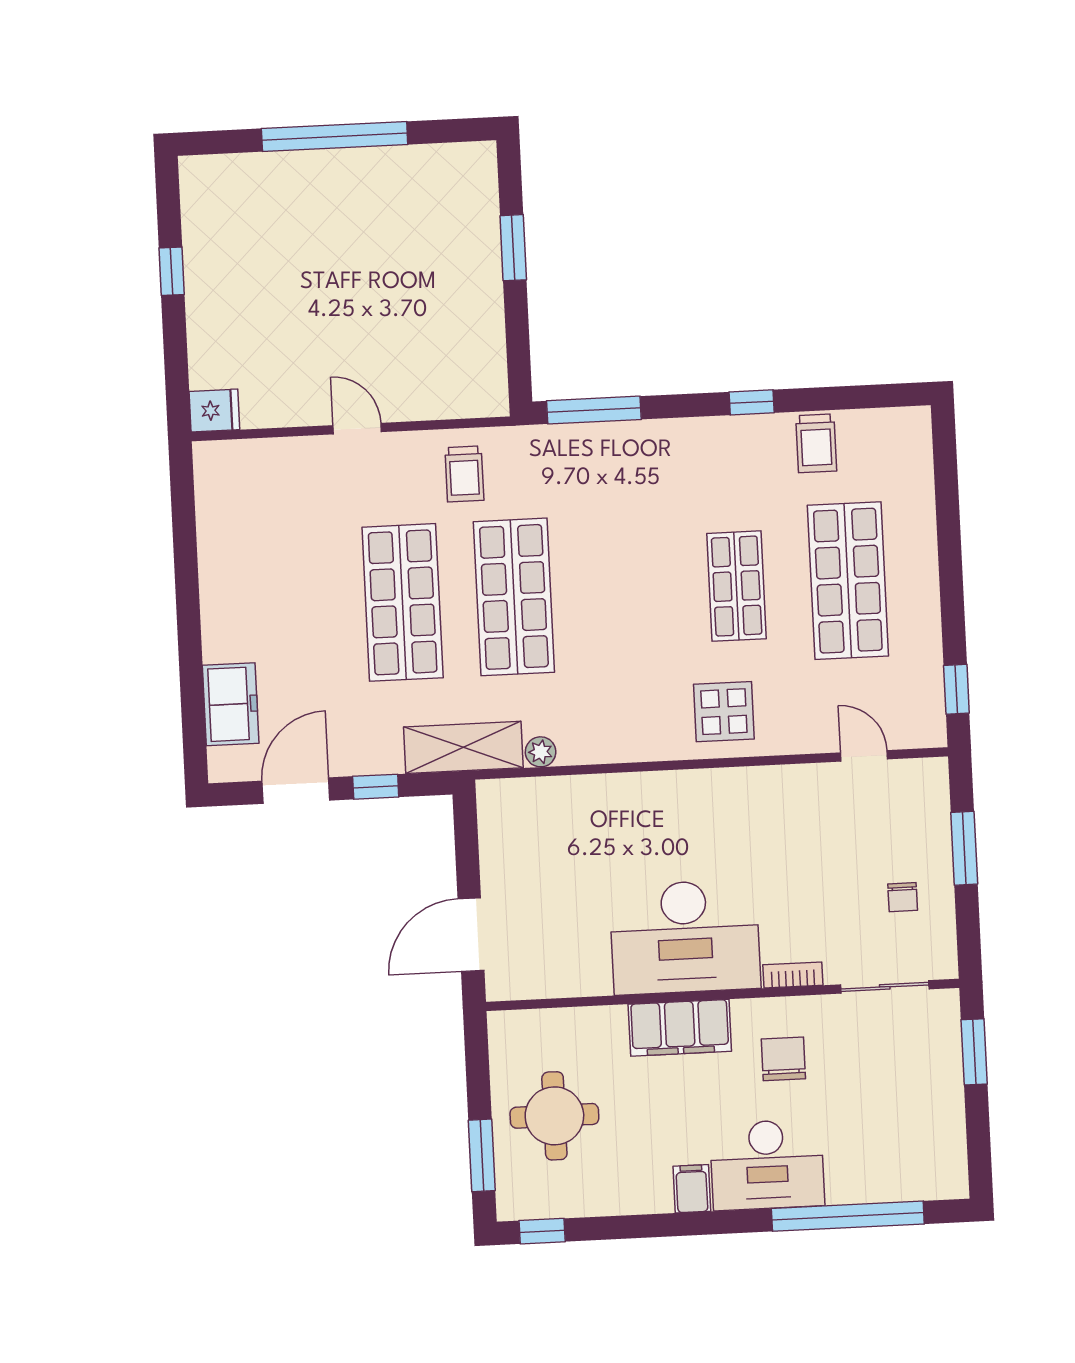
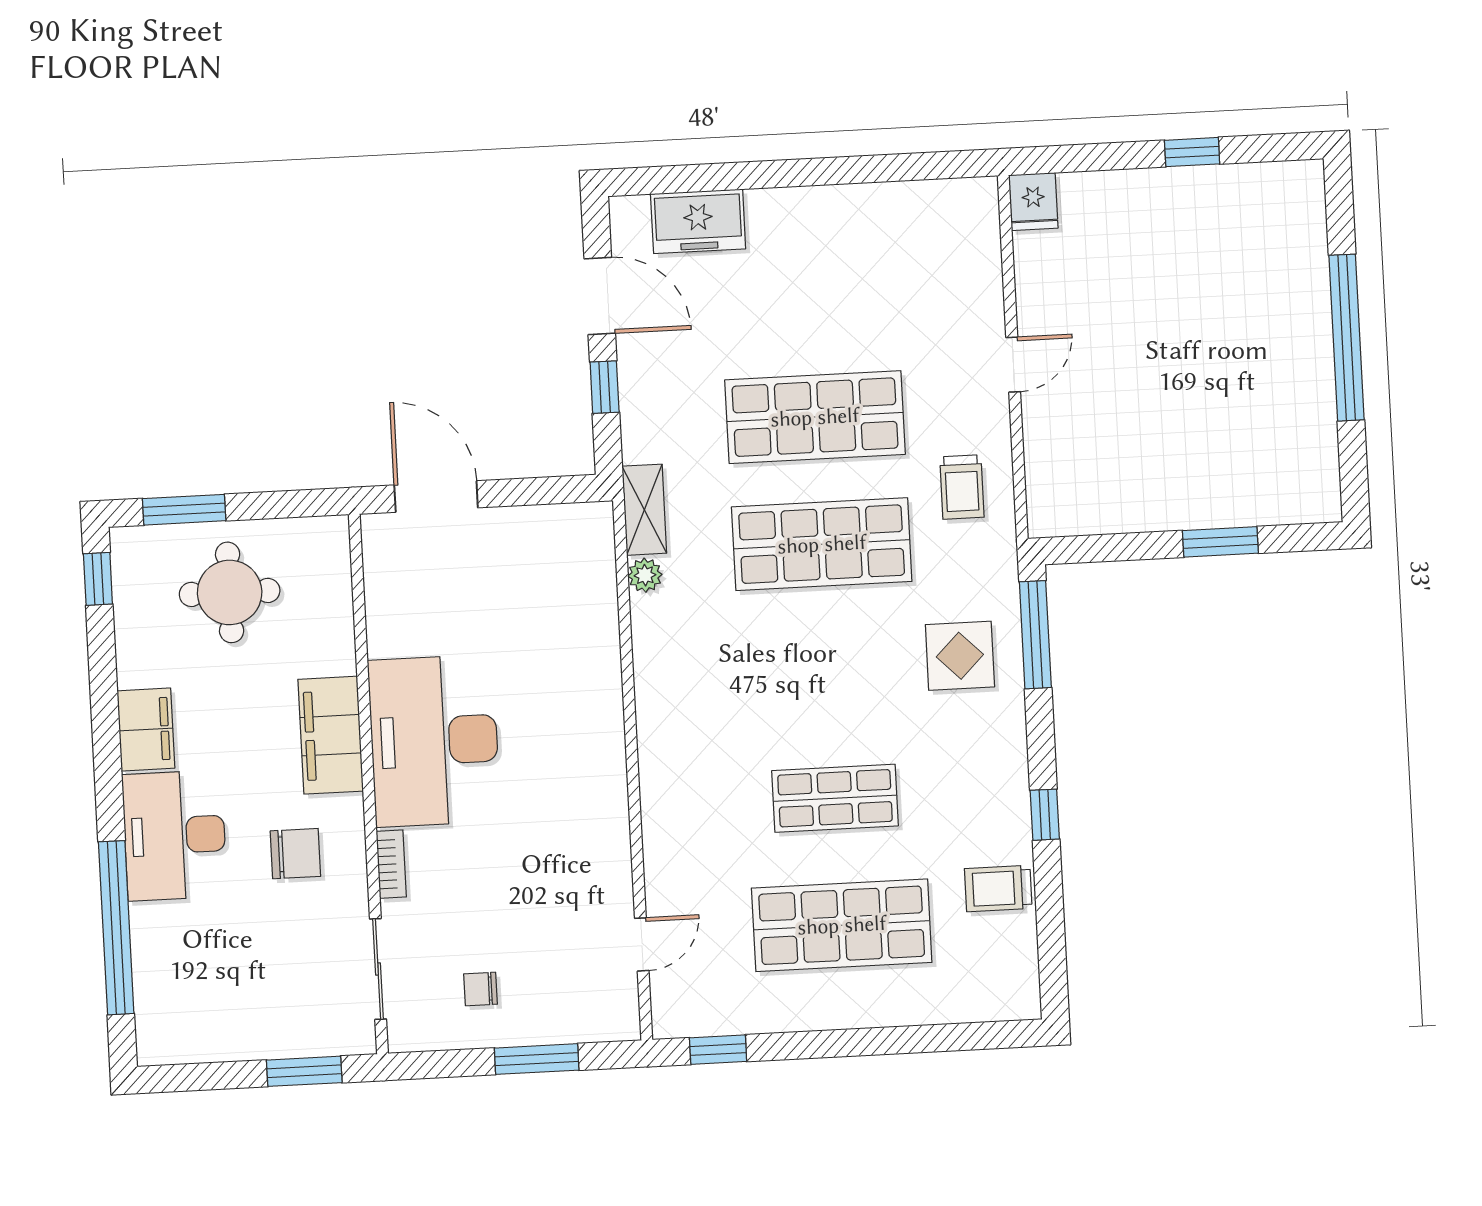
trolley: (464, 474) -> (962, 487), turned -90
display table: (724, 712) -> (960, 656), moved
shelving: (463, 747) -> (644, 510), width x0.67, depth x0.75
filing cabinet: (692, 1189) -> (146, 729), width x2.00

